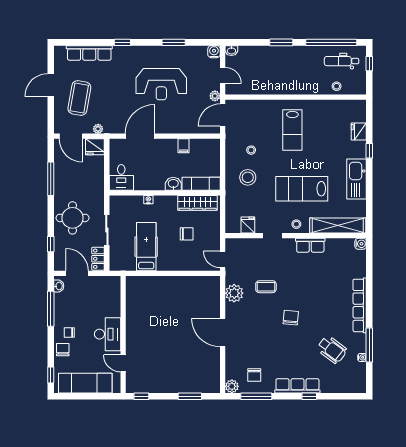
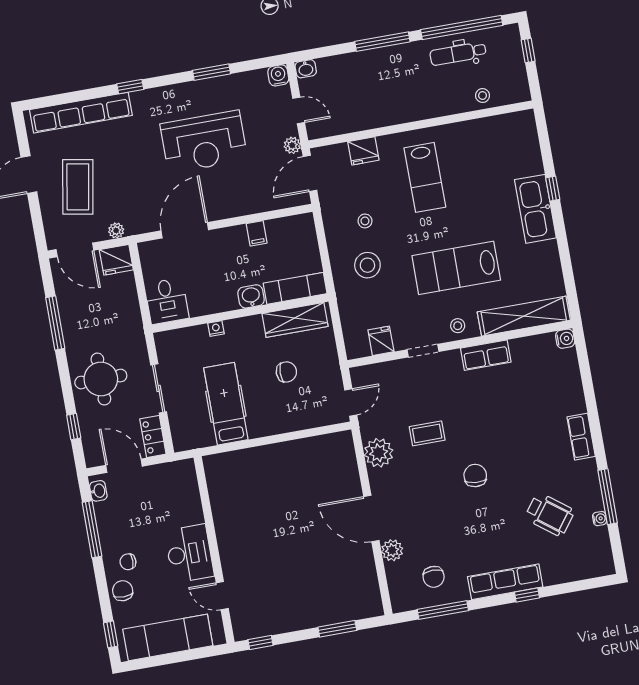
window: (281, 42) -> (382, 42), width x1.44
row of seats: (89, 53) -> (81, 113), width x1.36
dental chair: (342, 61) -> (458, 54), moved
fridge: (359, 132) -> (363, 151), moved, turned -90
kitchen sink: (357, 179) -> (535, 209), moved
door: (223, 259) -> (351, 402), swing flipped
row of seats: (360, 305) -> (581, 437), width x0.50
plant: (232, 386) -> (392, 550), moved

